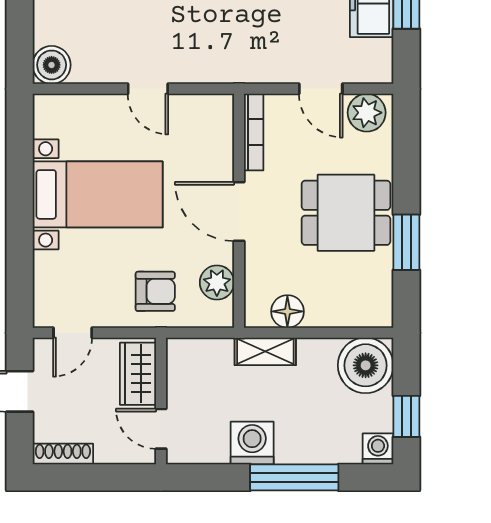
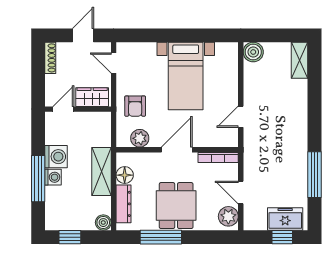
door: (148, 89) -> (241, 117), moved
door: (321, 89) -> (241, 192), hinge flipped
window: (406, 242) -> (161, 237), width x1.44
dresser: (343, 314) -> (124, 204), added
shelving: (265, 351) -> (101, 171), width x1.50, depth x1.33
boiler: (366, 365) -> (103, 223), width x0.54, depth x0.54
washing machine: (378, 449) -> (53, 177), moved

